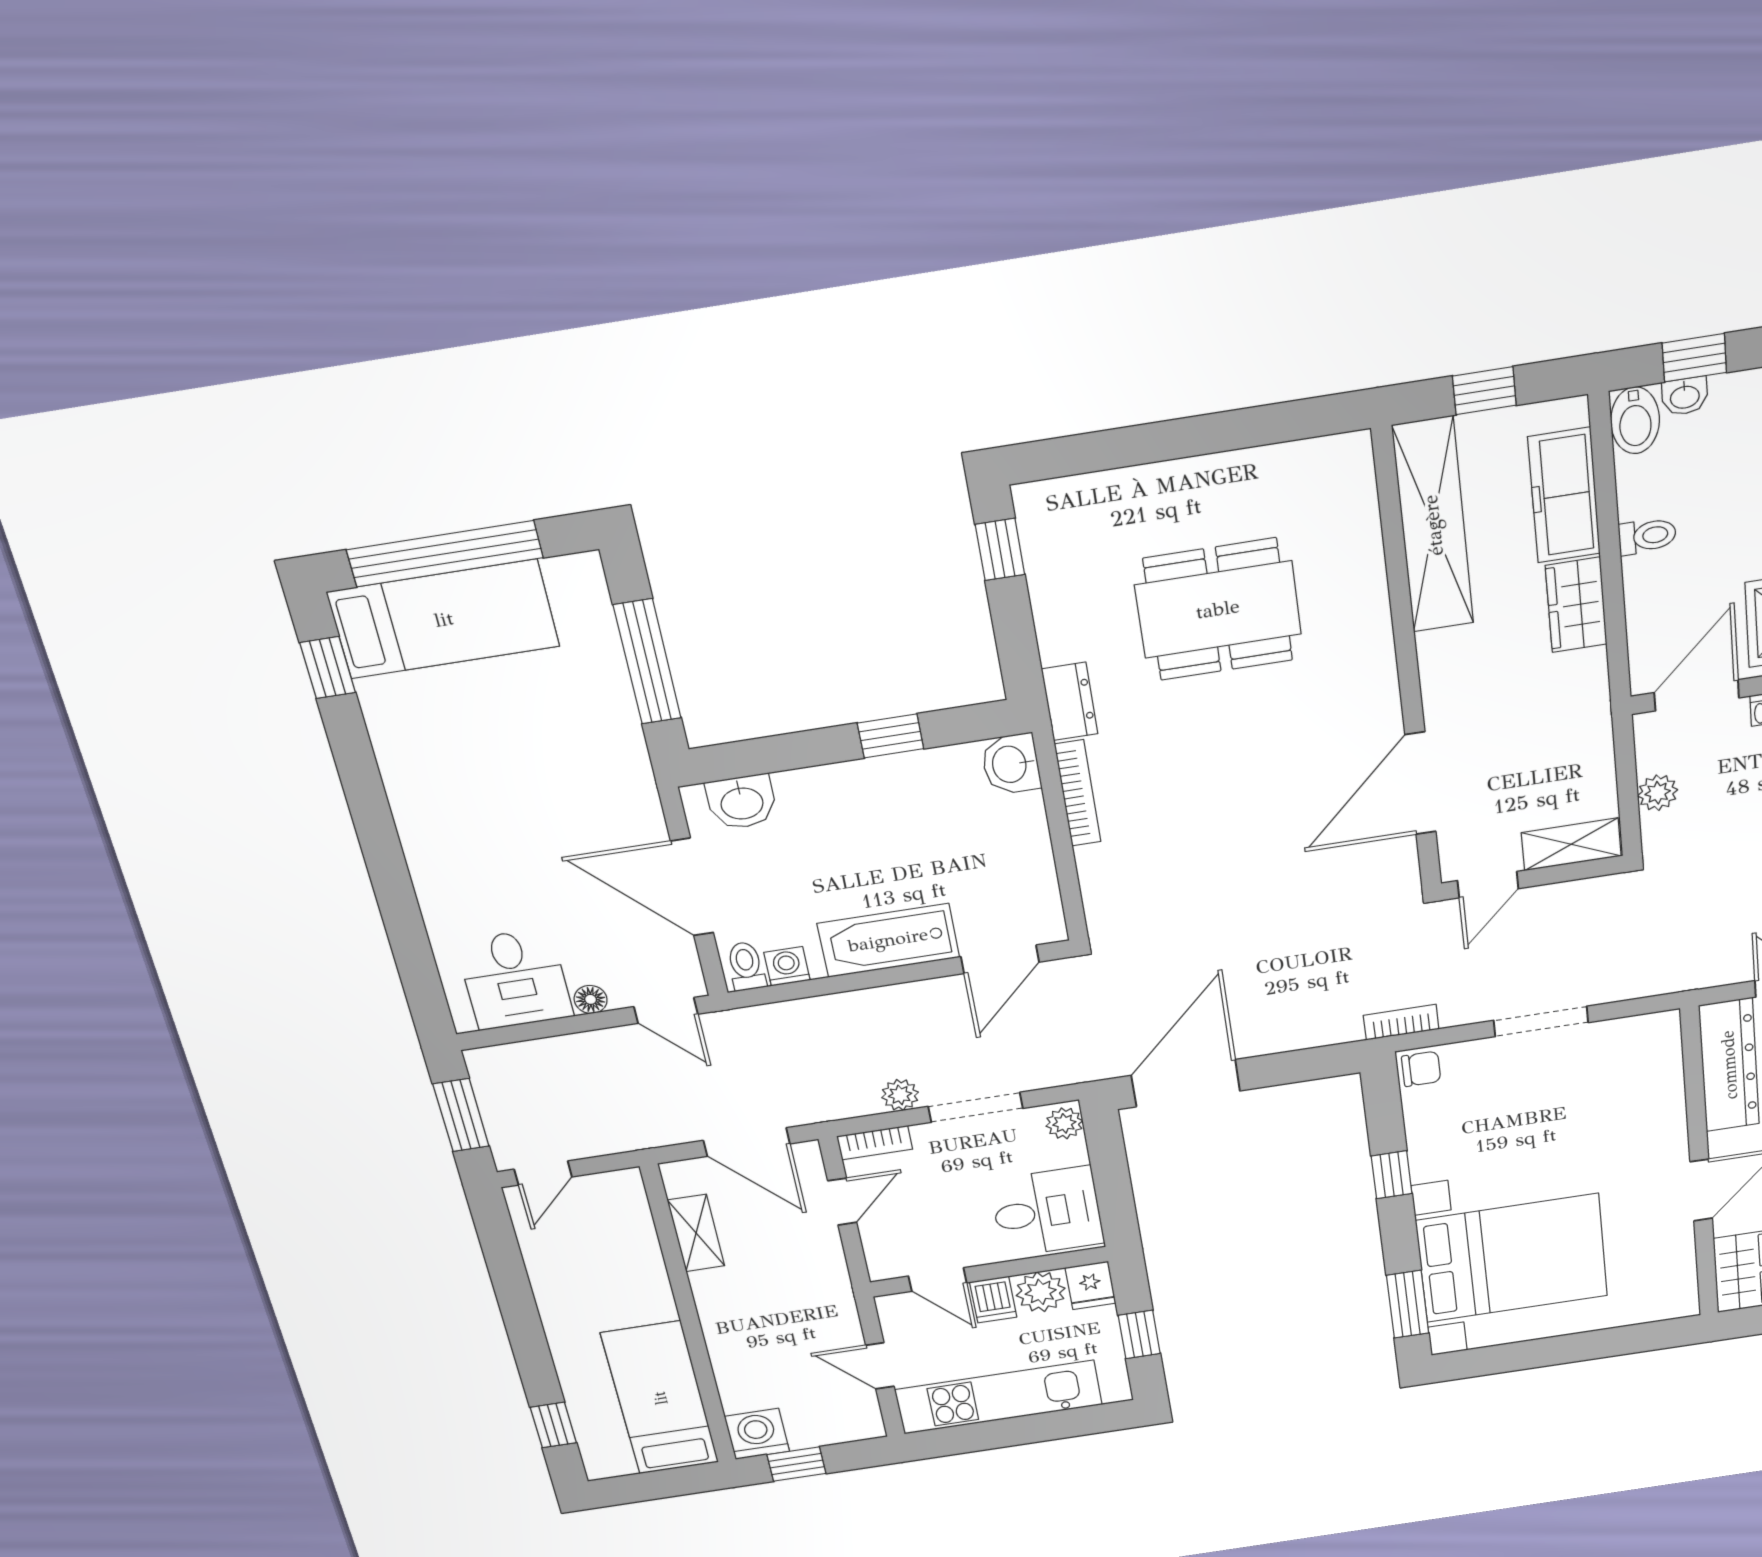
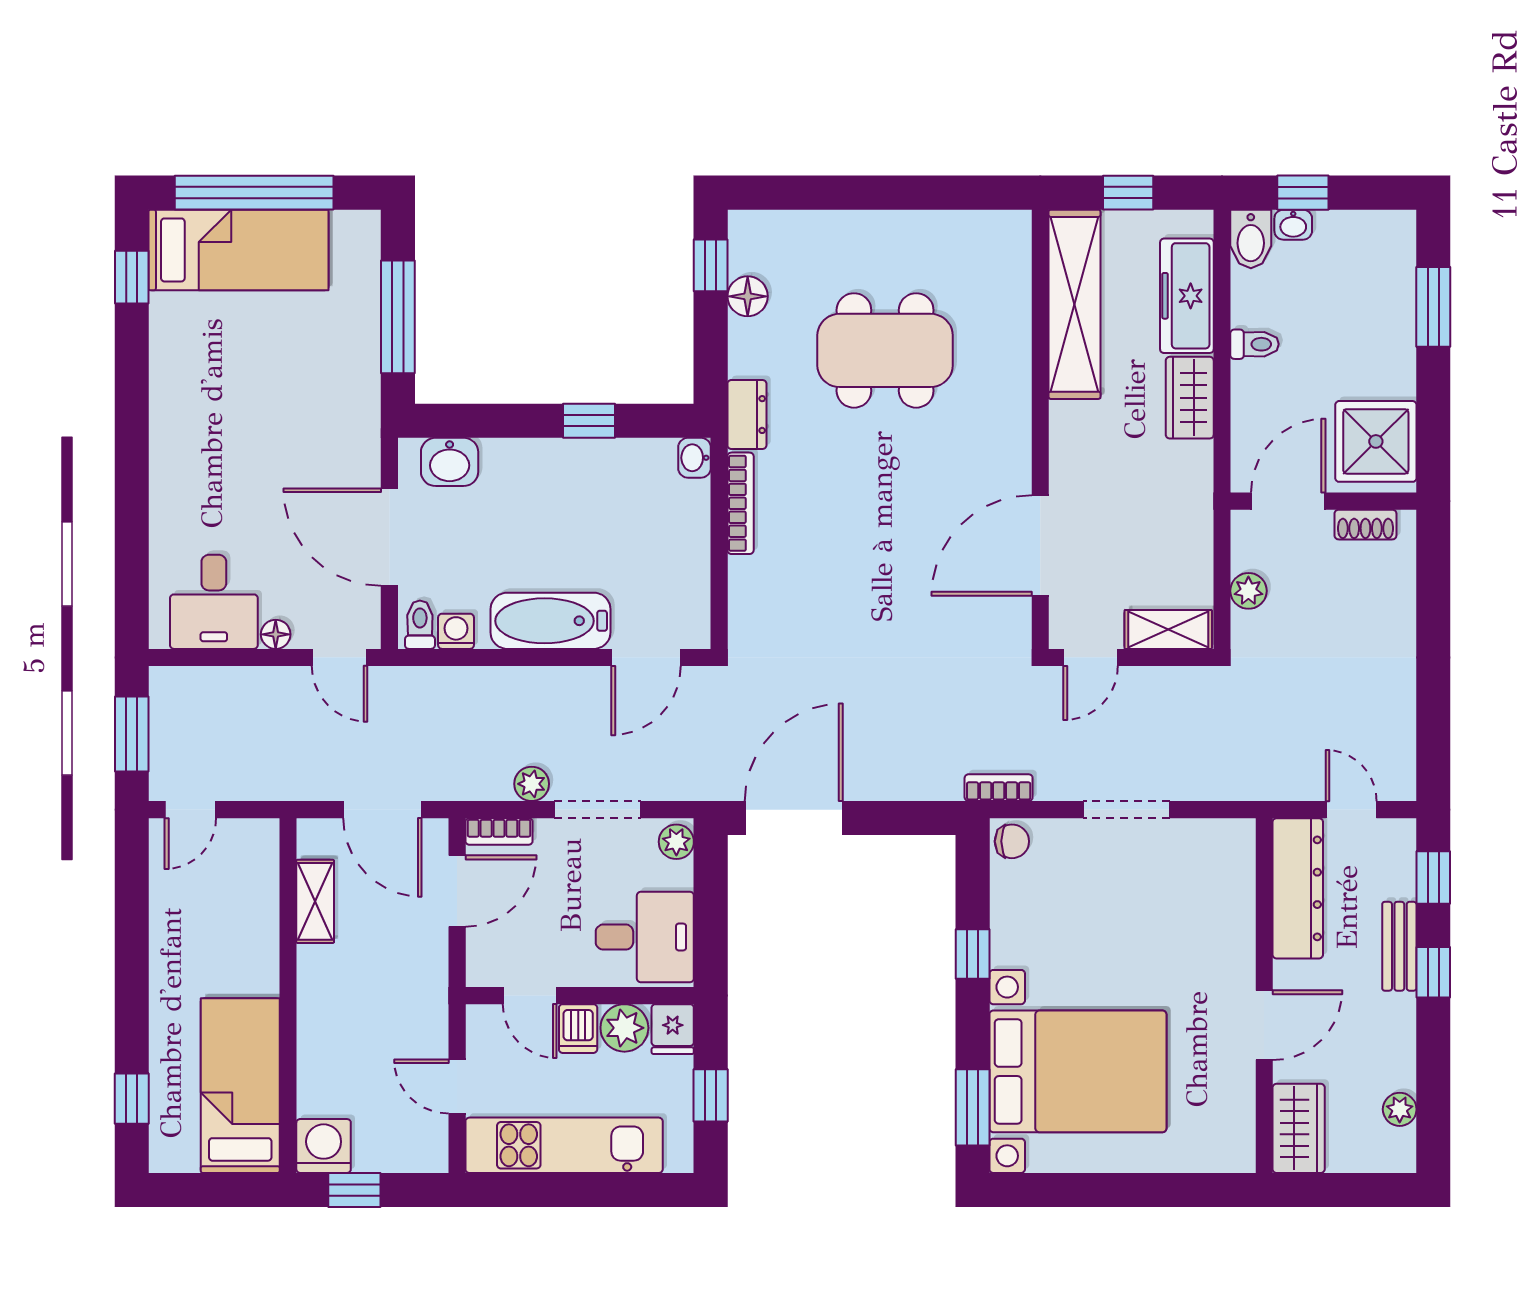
floor lamp: (1049, 576) -> (748, 296), added
washbasin: (1011, 764) -> (694, 458), width x0.72, depth x0.69
door: (842, 1202) -> (457, 891), width x1.38

